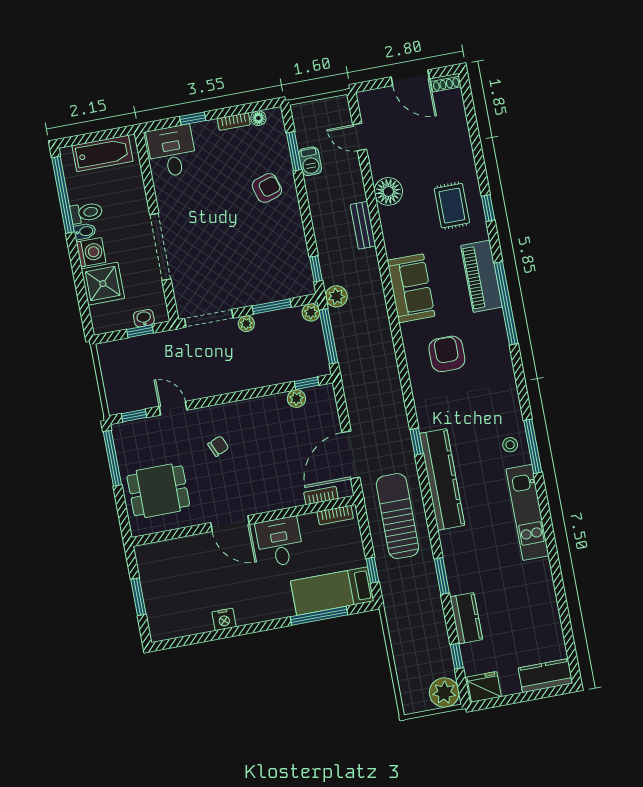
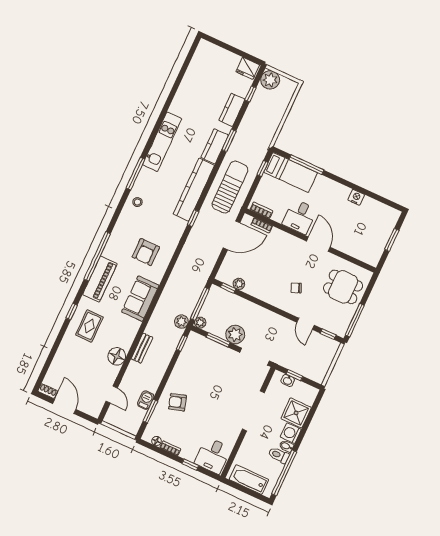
plant: (246, 324) -> (235, 335), width x1.88, depth x1.88
stool: (510, 445) -> (137, 202), moved
sun lounger: (397, 516) -> (230, 187), turned 180
kitchen counter: (546, 676) -> (215, 146), moved, turned 90

